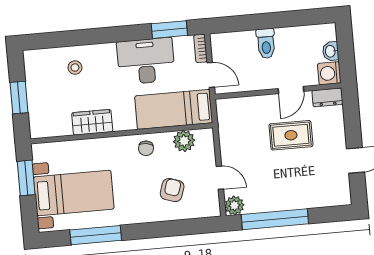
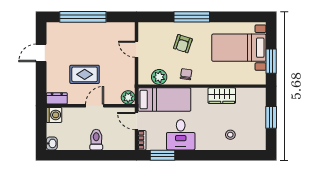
washbasin: (331, 51) -> (52, 143), moved
desk: (146, 61) -> (181, 135), width x0.73
door: (291, 90) -> (95, 106), moved
armchair: (172, 190) -> (183, 44), moved
plant: (234, 205) -> (128, 97), moved
window: (275, 219) -> (83, 17), moved
window: (96, 235) -> (192, 17), moved

